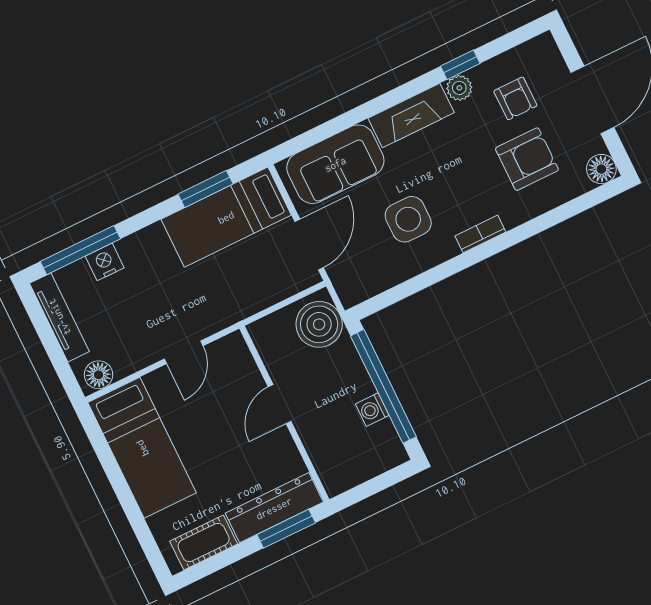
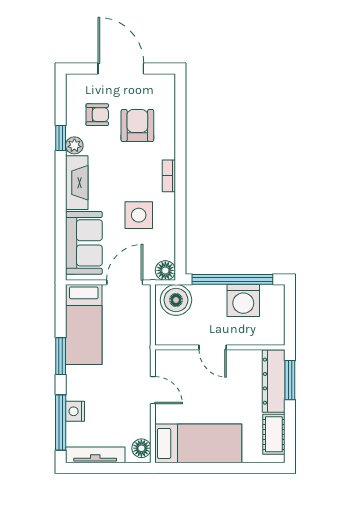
floor lamp: (601, 169) -> (165, 270), moved
window: (205, 189) -> (61, 356), moved
door: (309, 245) -> (125, 282), hinge flipped
washing machine: (372, 410) -> (243, 301), width x1.89, depth x1.89

